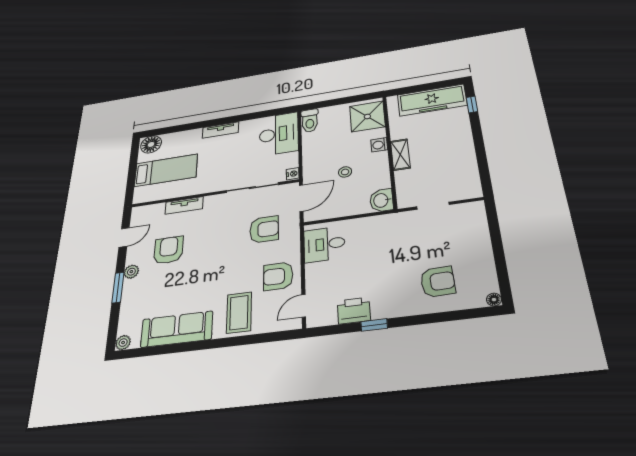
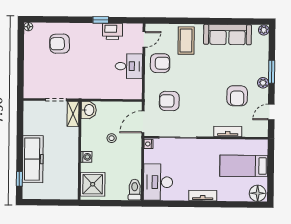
freezer: (432, 100) -> (33, 159), moved, turned 90
shelving: (400, 155) -> (73, 114), moved
desk: (324, 244) -> (129, 66), moved

